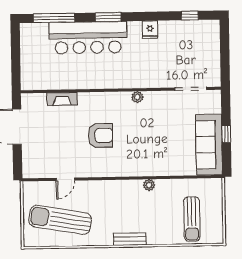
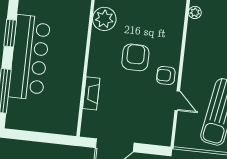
plant: (137, 97) -> (104, 19), width x1.87, depth x1.87
armchair: (87, 166) -> (166, 75), added

